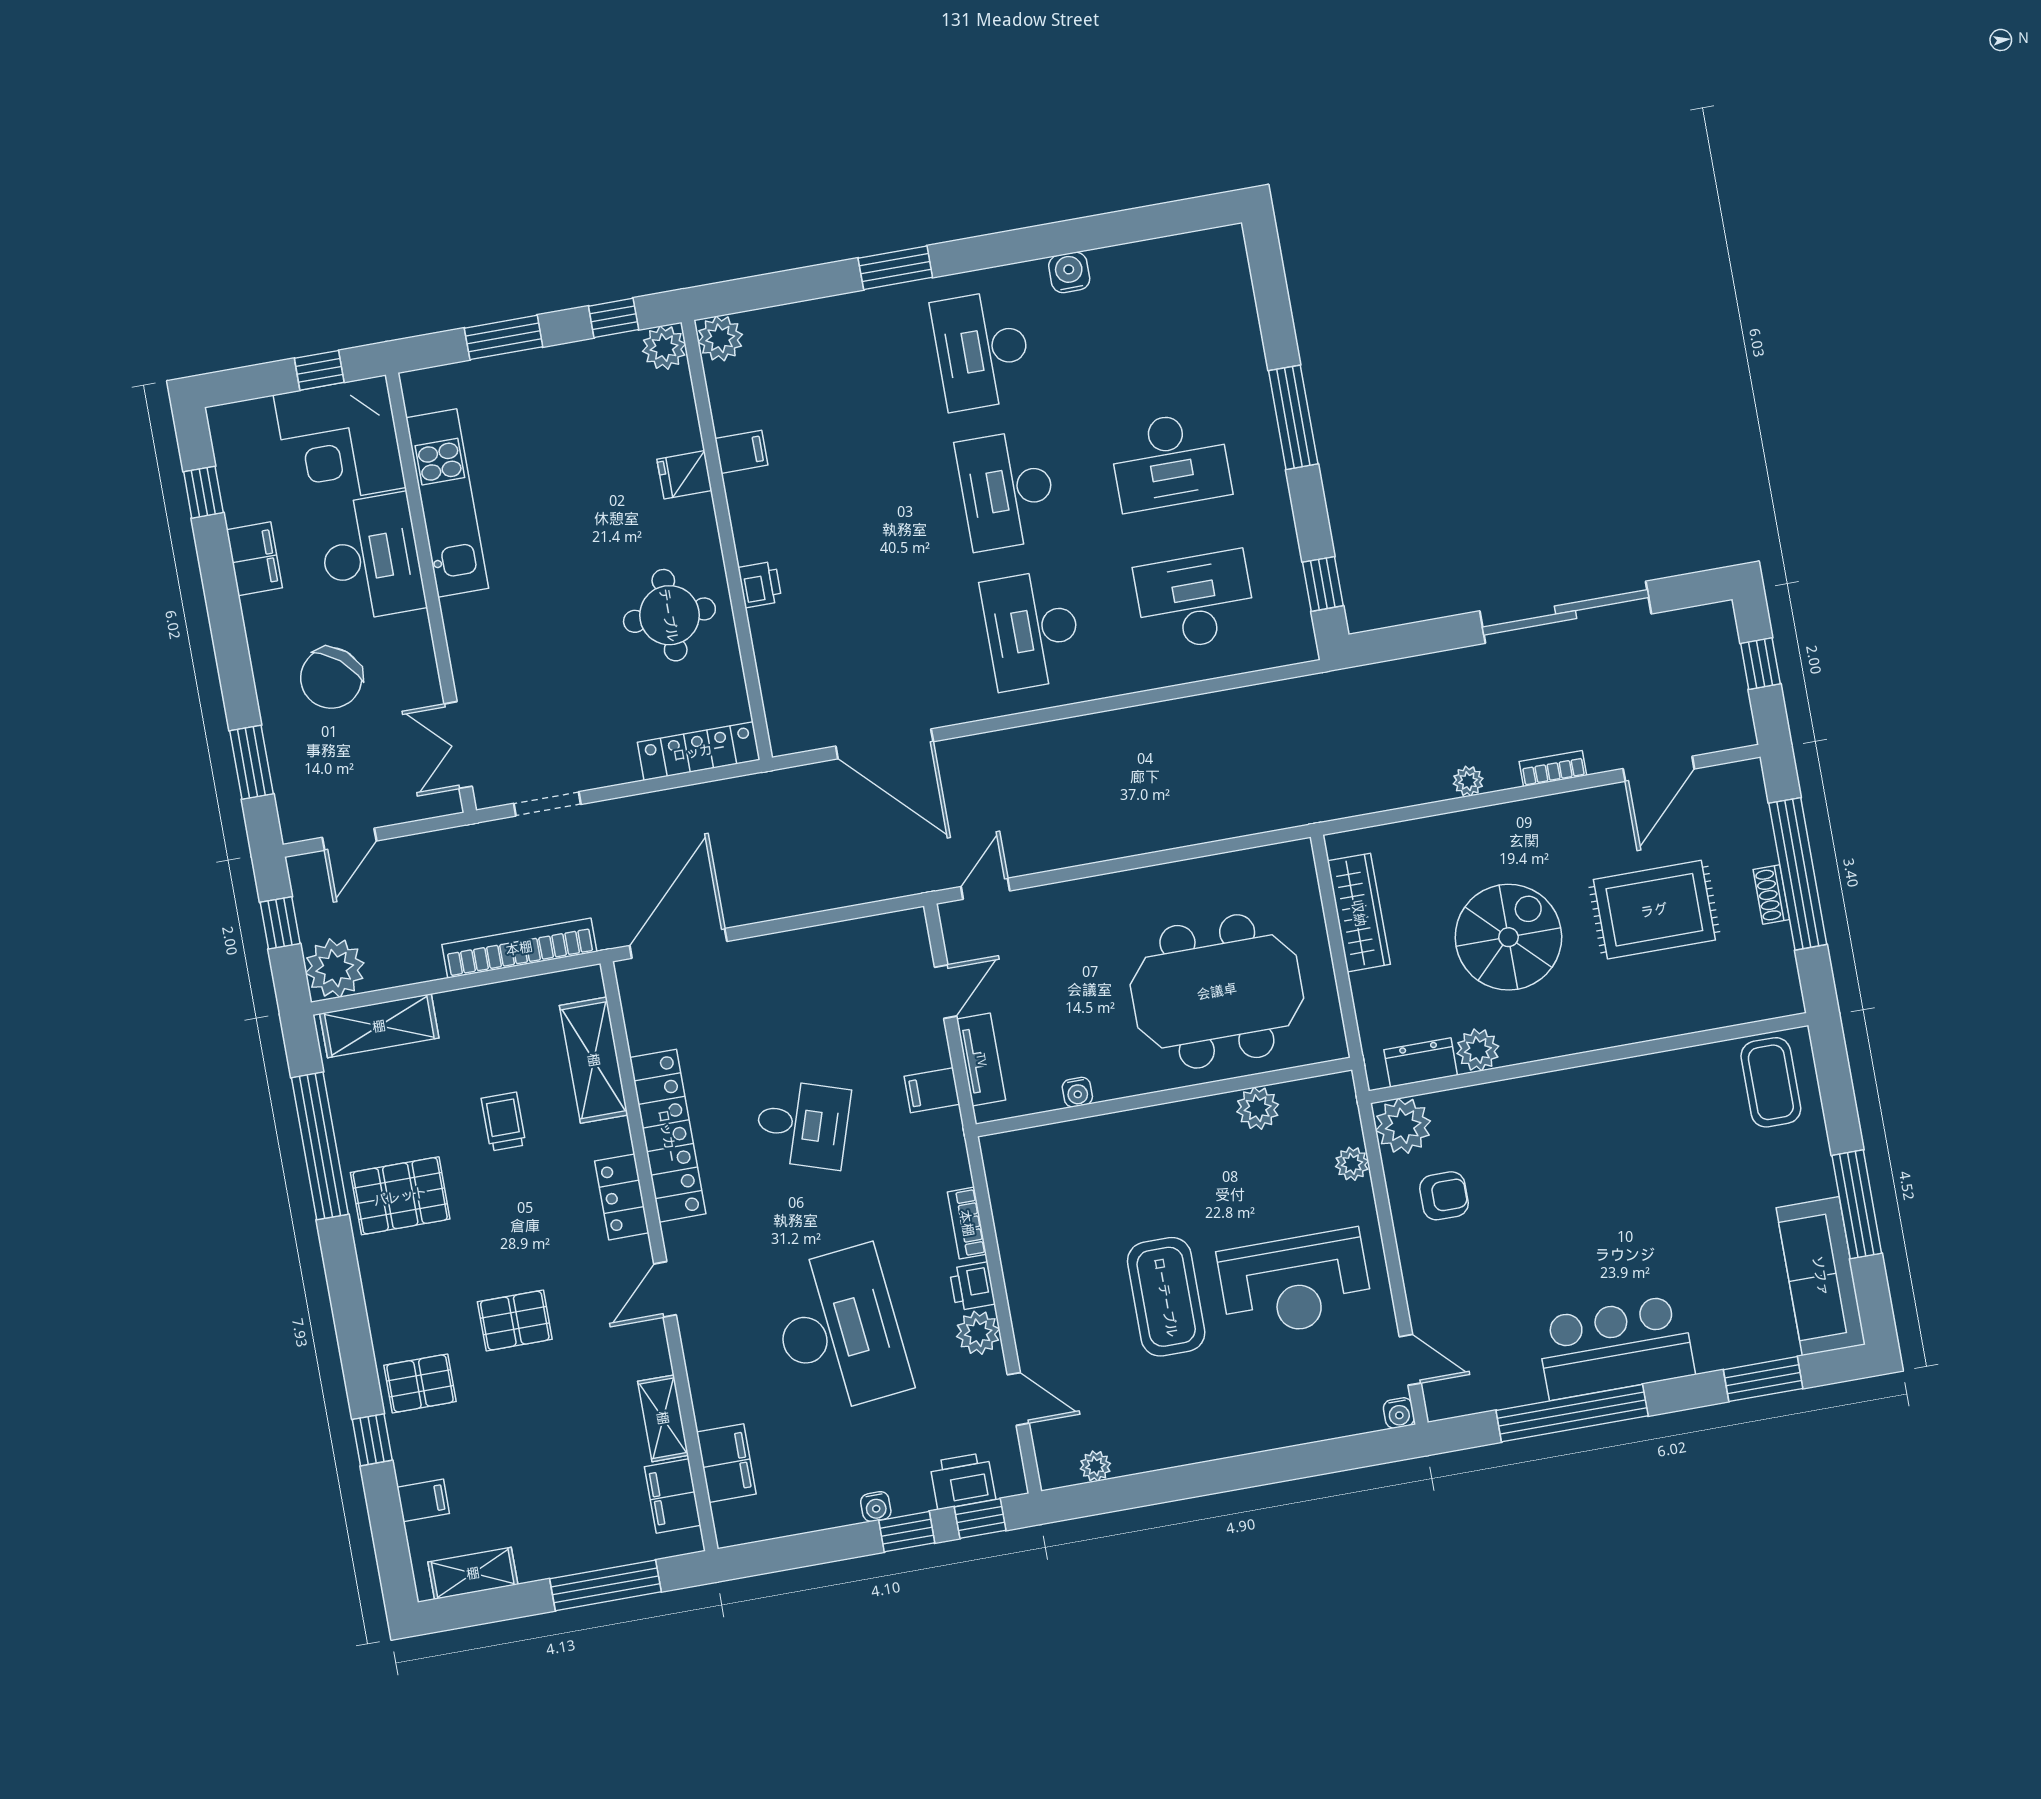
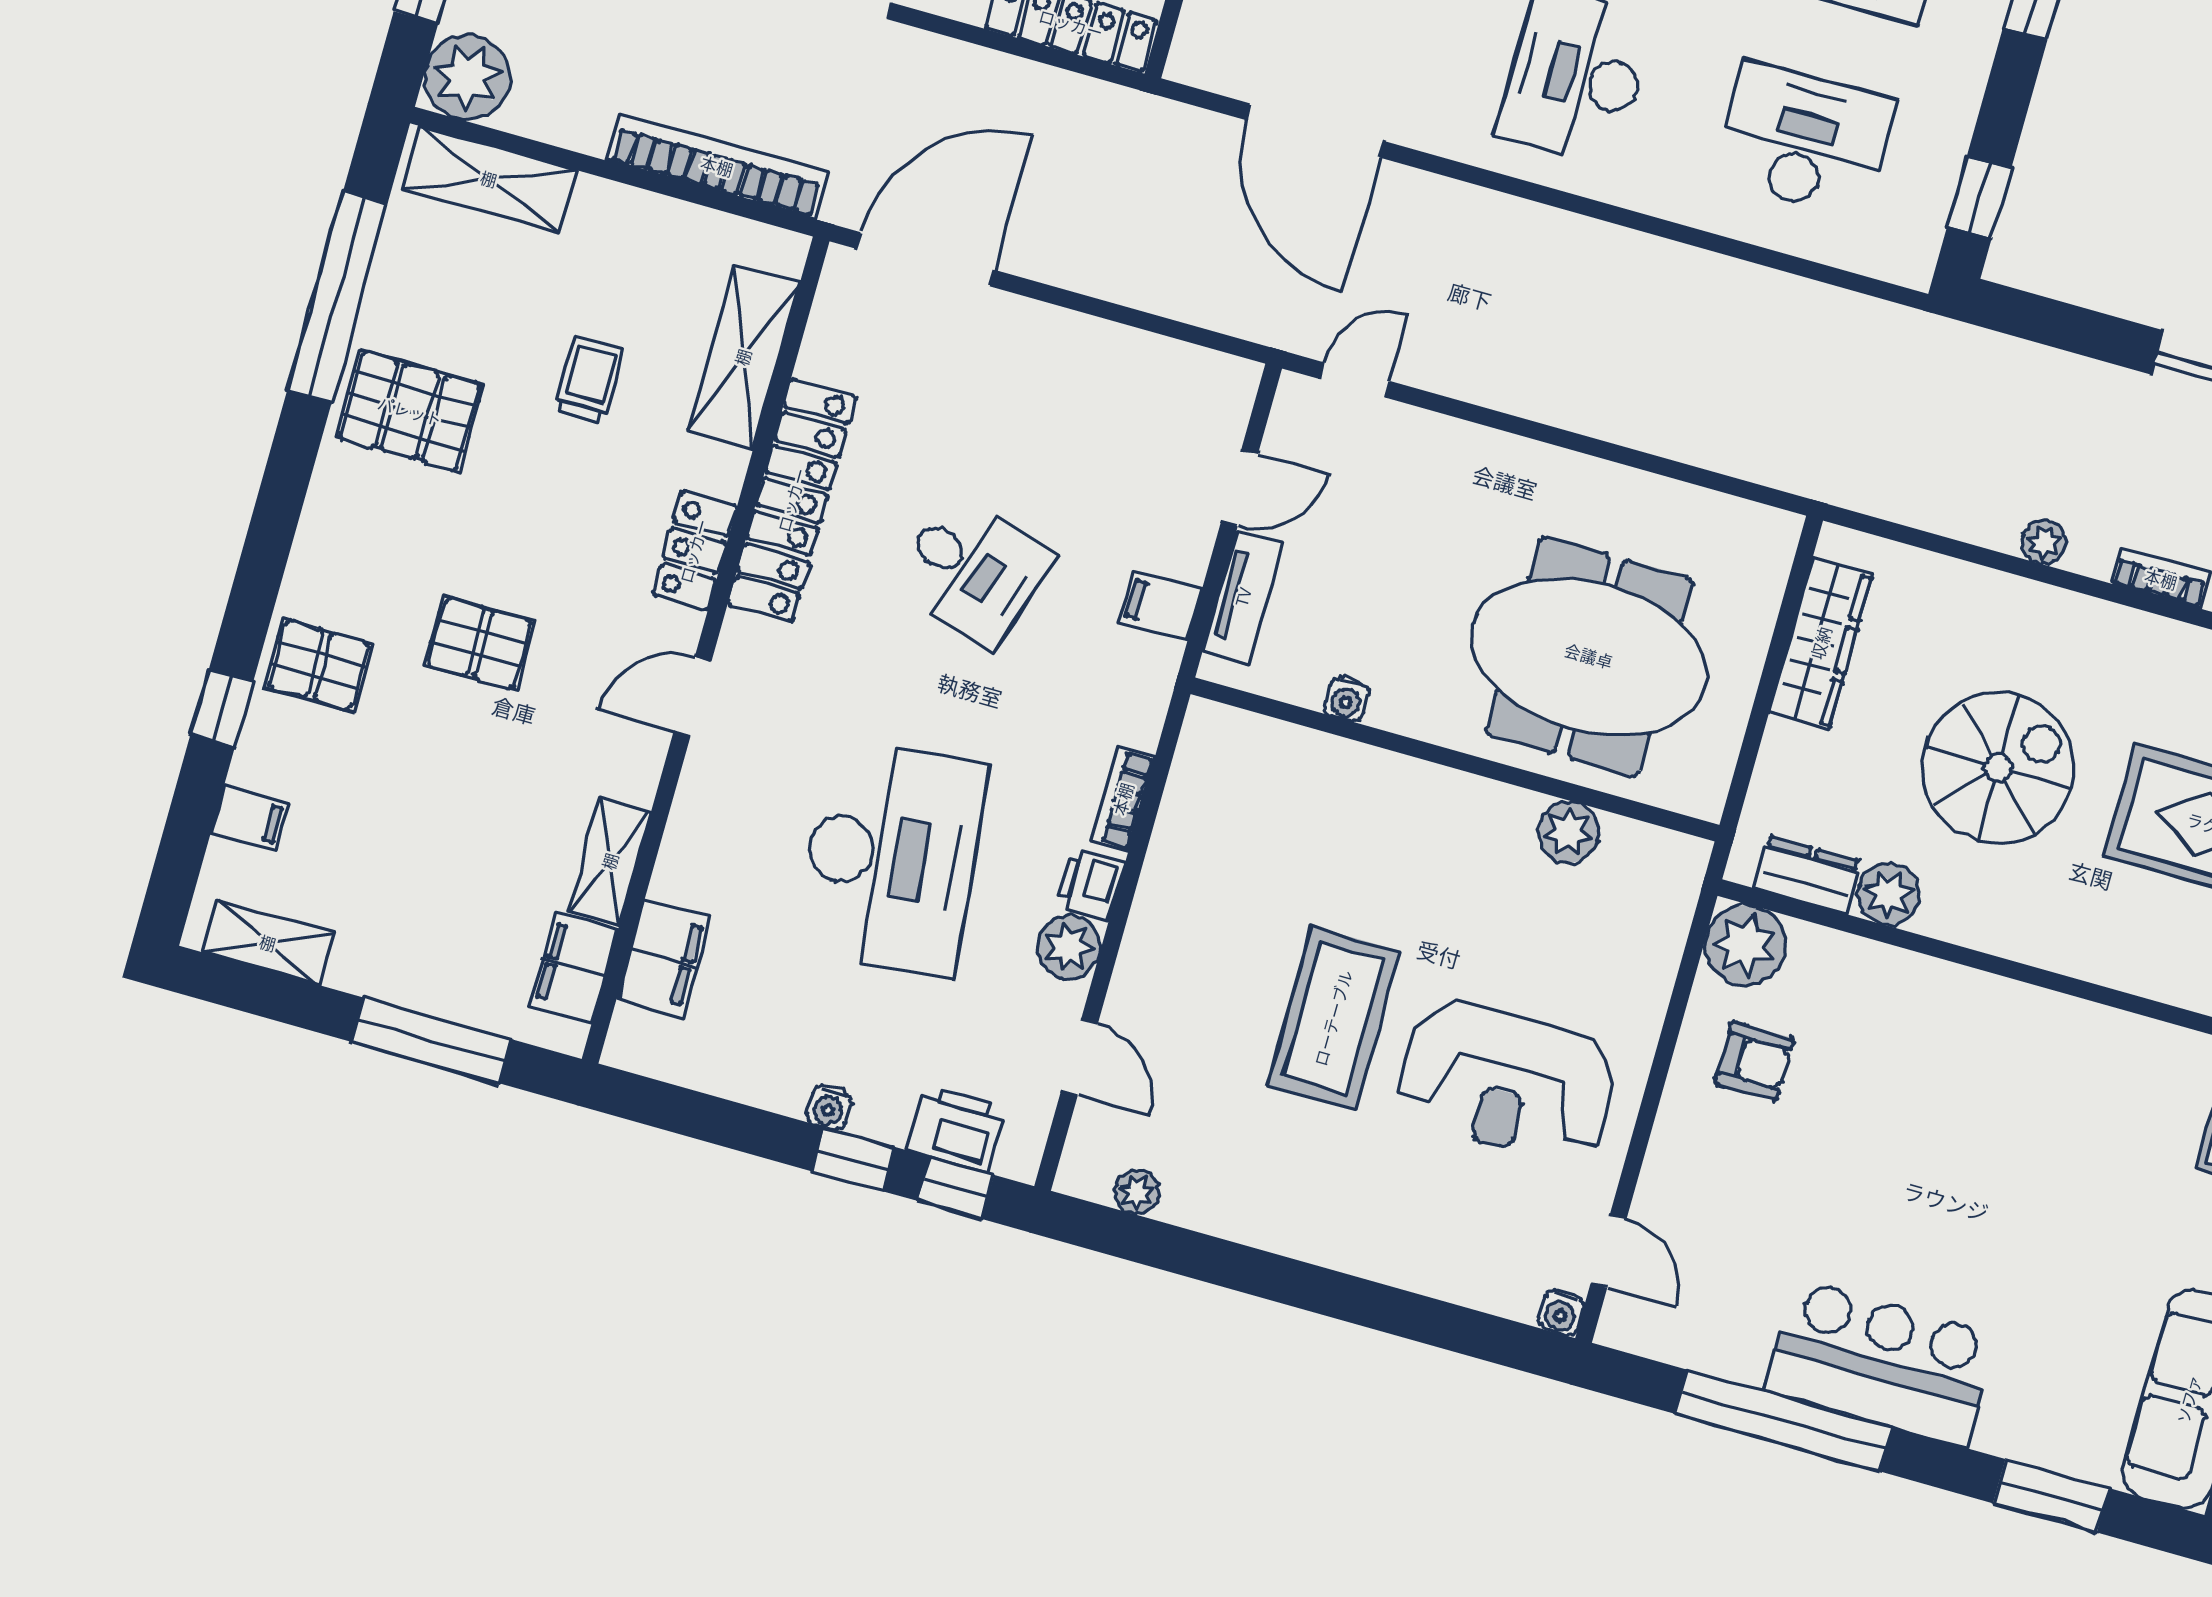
plant: (1352, 1164) -> (1656, 962), removed

